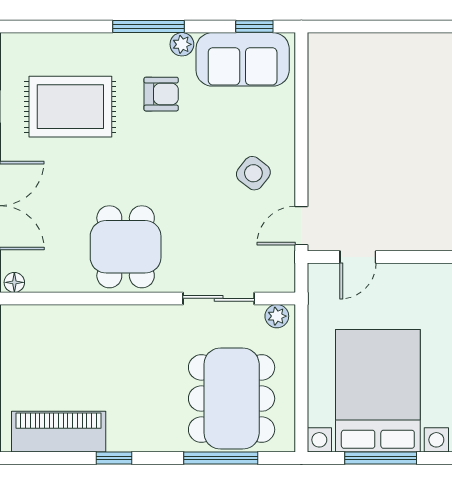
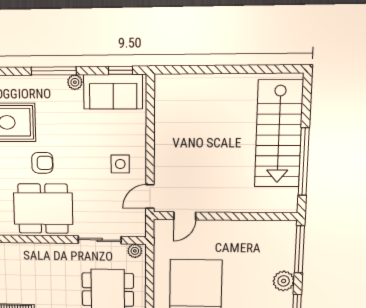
armchair: (161, 94) -> (42, 163), moved
side table: (253, 173) -> (120, 164), turned -38
dining table: (126, 247) -> (43, 209), width x1.37

